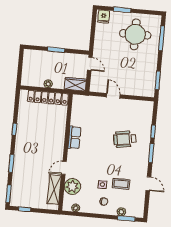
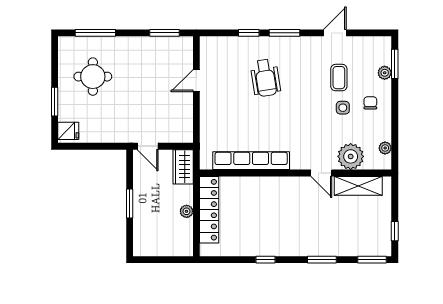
round table: (135, 34) -> (93, 77), width x0.73, depth x0.73
door: (90, 64) -> (148, 146), swing flipped
door: (113, 96) -> (196, 81), moved
row of seats: (74, 138) -> (251, 161), width x2.02

